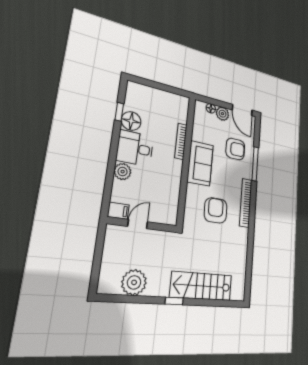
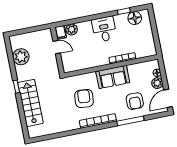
floor lamp: (131, 121) -> (135, 18), moved
plant: (123, 172) -> (72, 29), moved
armchair: (216, 210) -> (84, 98), turned -85

